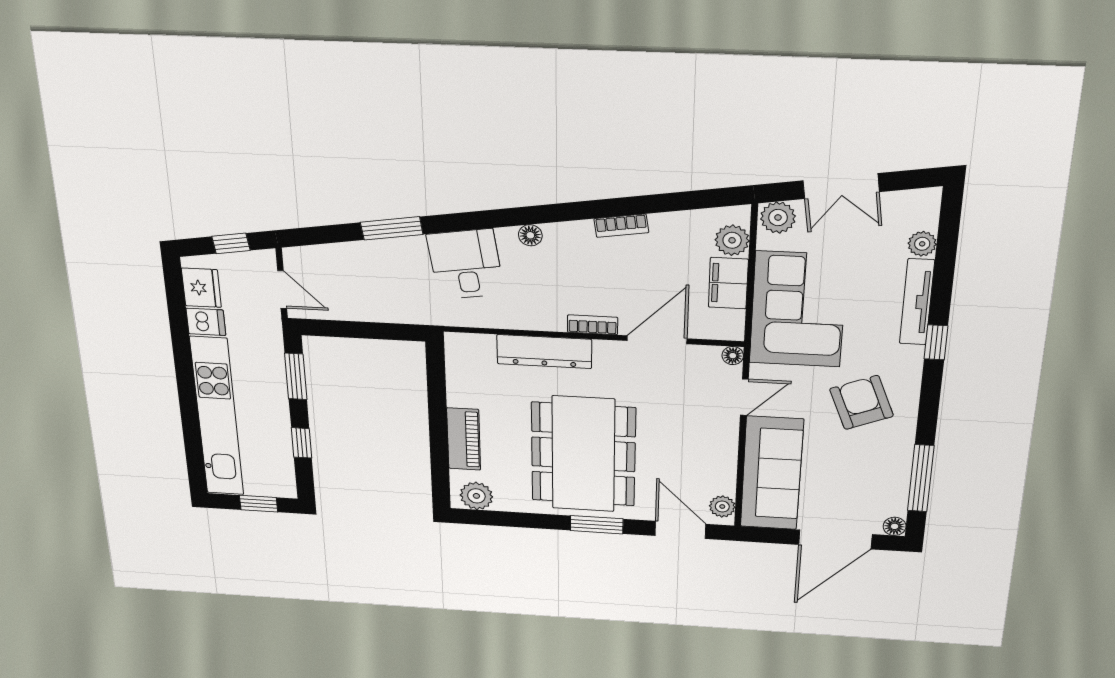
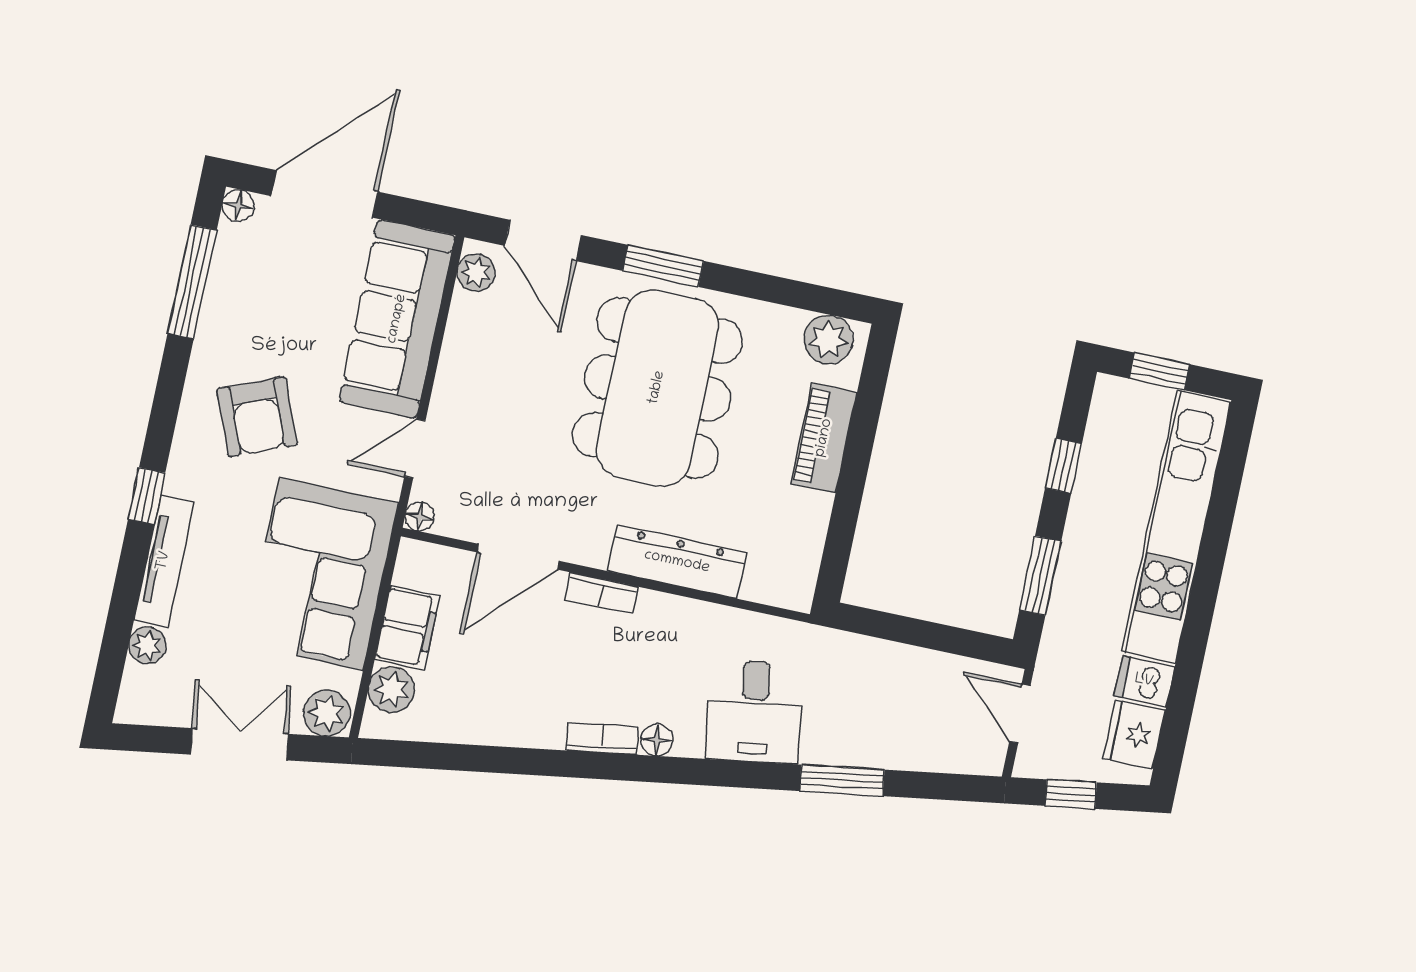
bookcase: (621, 226) -> (602, 739), moved

